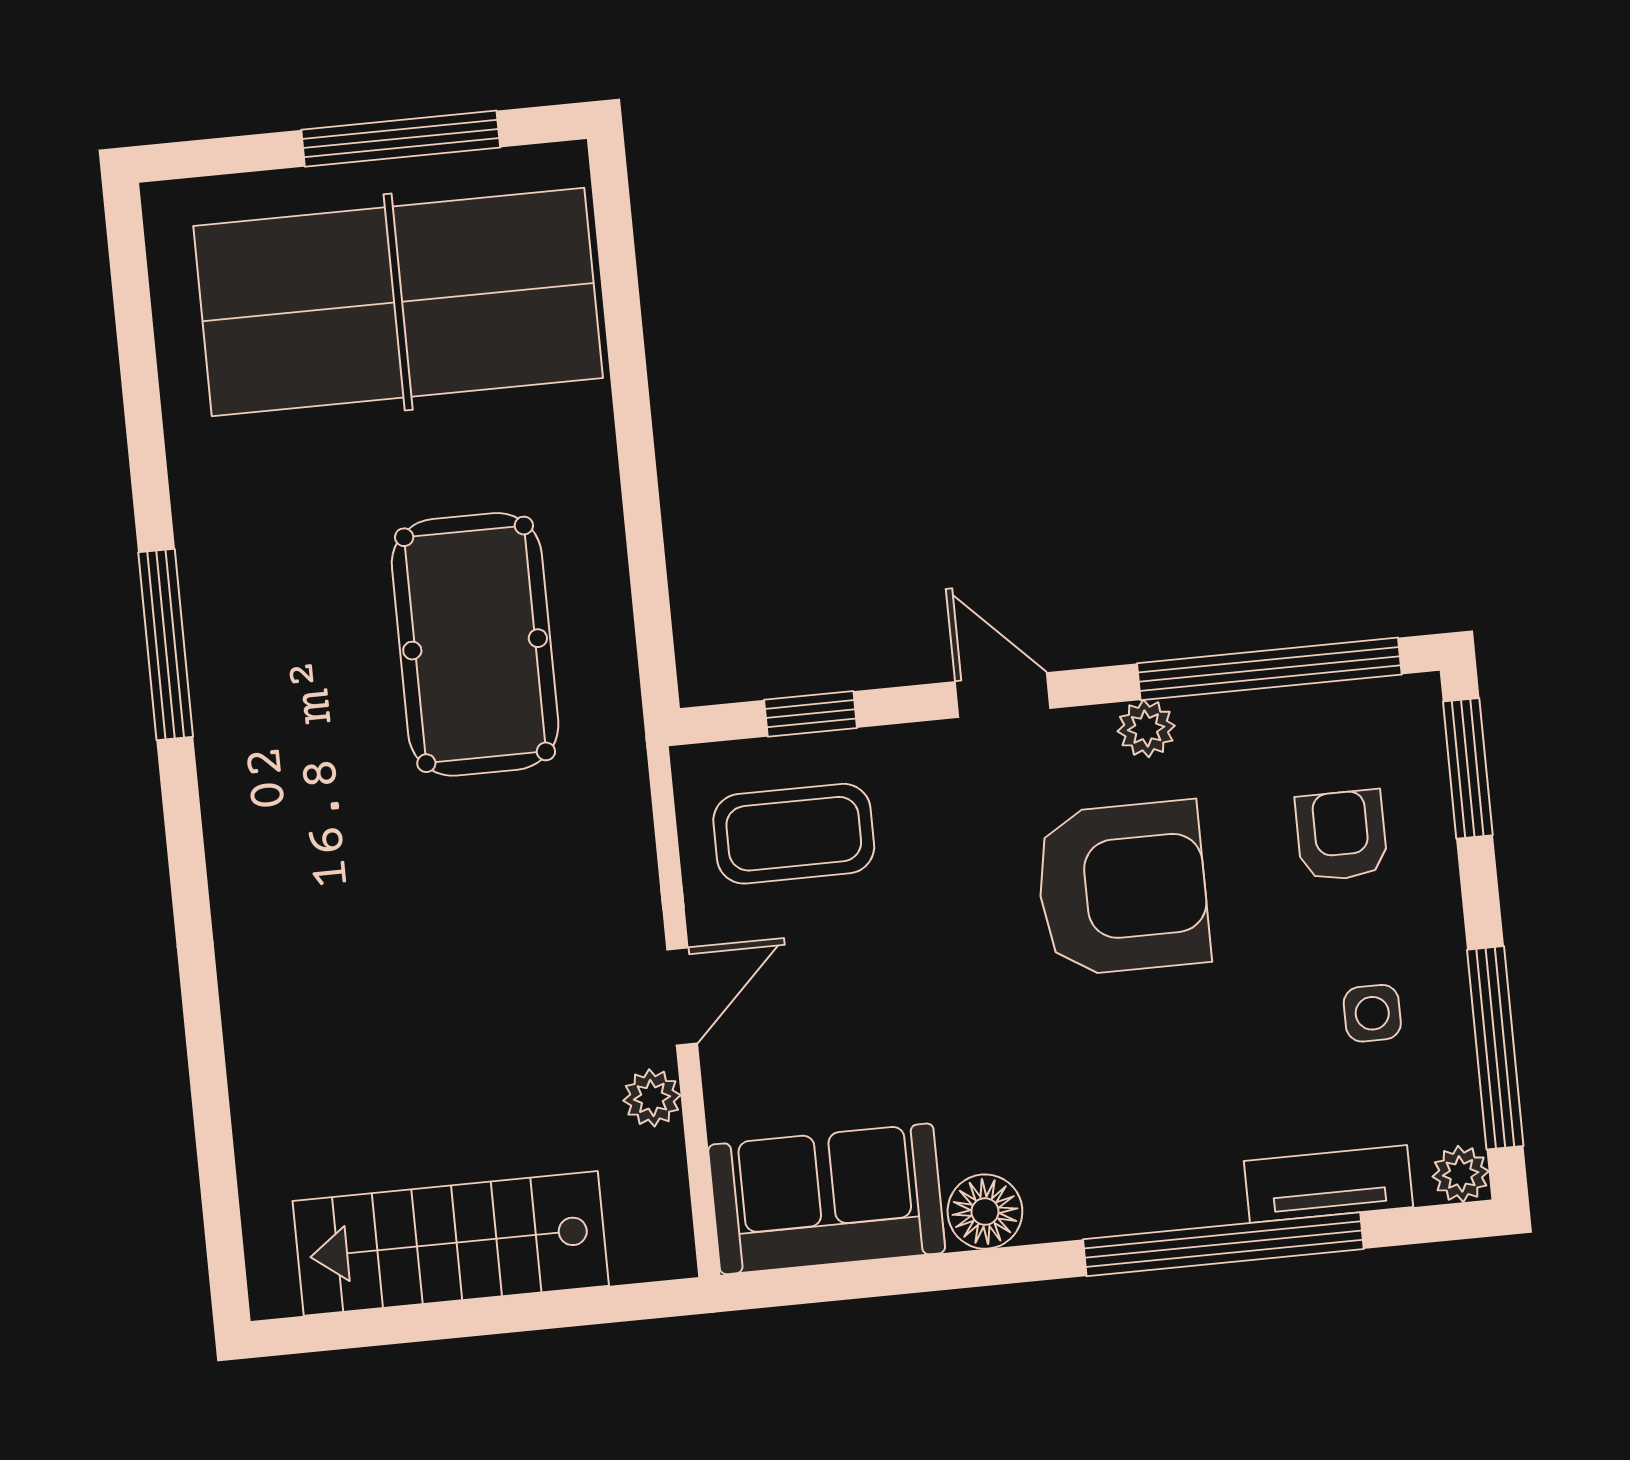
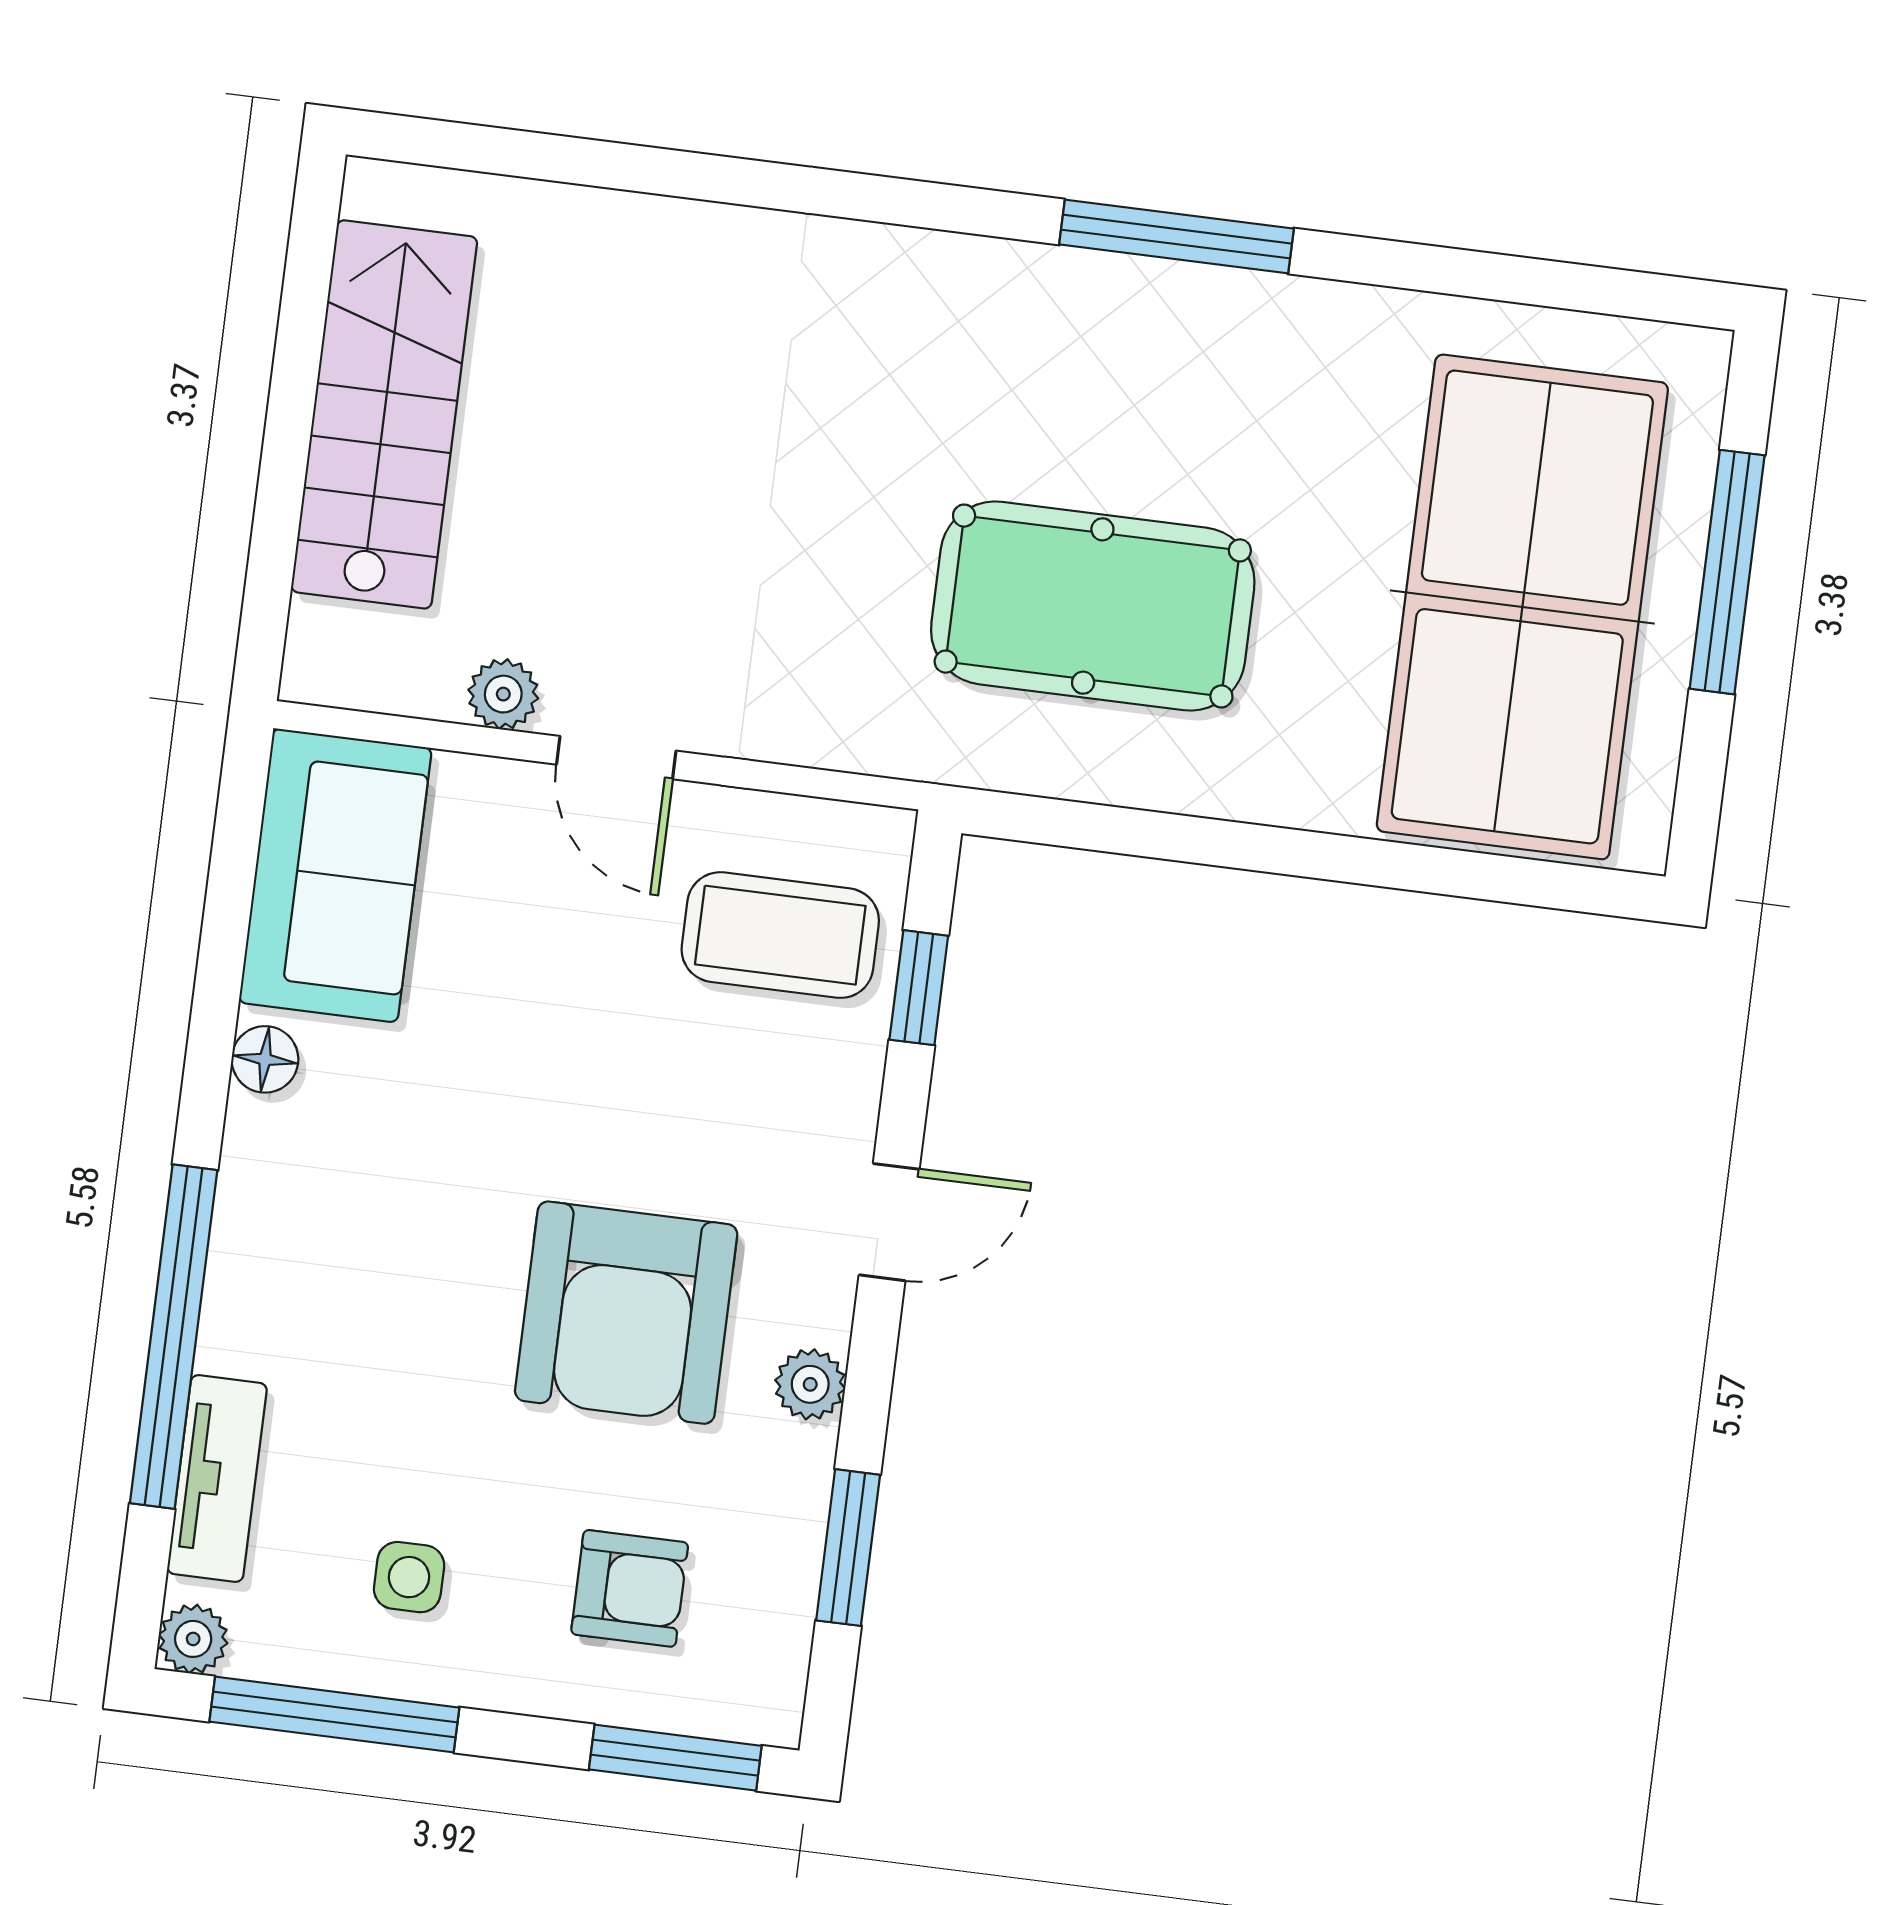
window: (401, 139) -> (1727, 572), moved
window: (1269, 669) -> (848, 1548), width x0.47
coffee table: (794, 834) -> (780, 935), turned 90
floor lamp: (985, 1212) -> (265, 1059), width x0.73, depth x0.73

